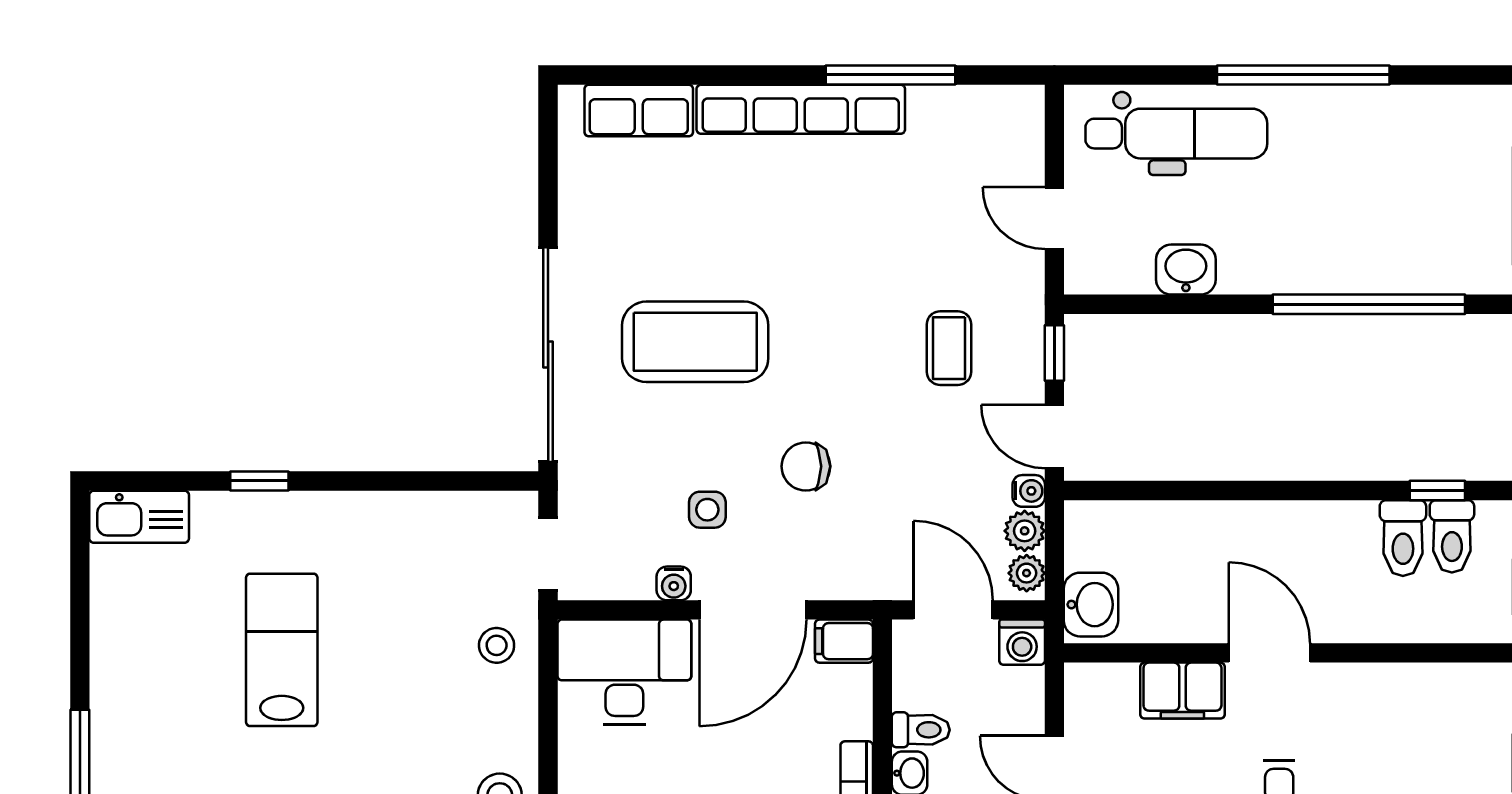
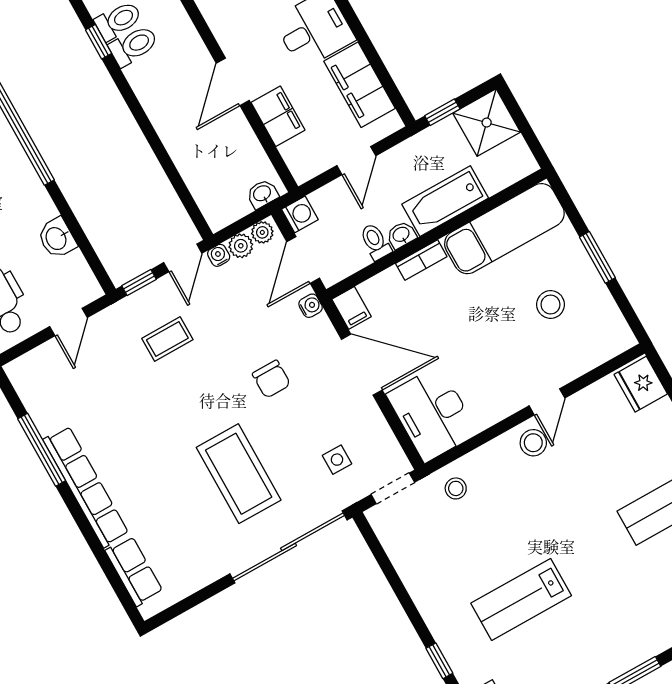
side table: (707, 510) -> (337, 460), moved
water cooler: (674, 583) -> (311, 306), moved
washbasin: (1091, 605) -> (262, 194), width x0.72, depth x0.69

